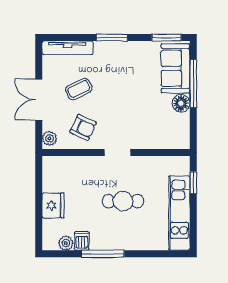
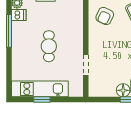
doorway: (117, 153) -> (86, 65), moved
window: (193, 183) -> (42, 100), moved

